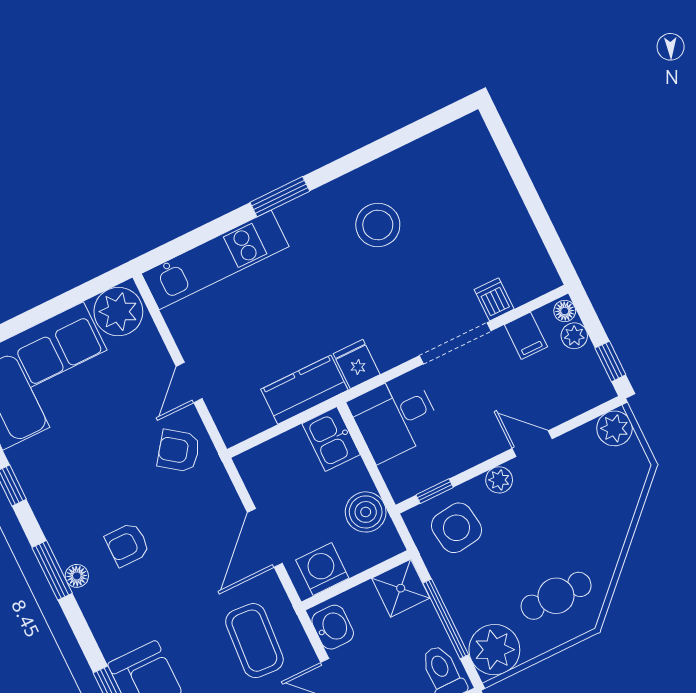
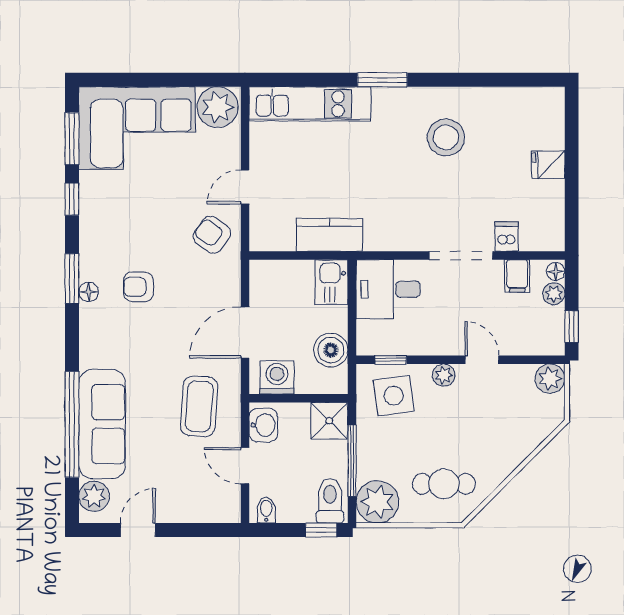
fridge: (357, 364) -> (548, 165), moved, turned -90

